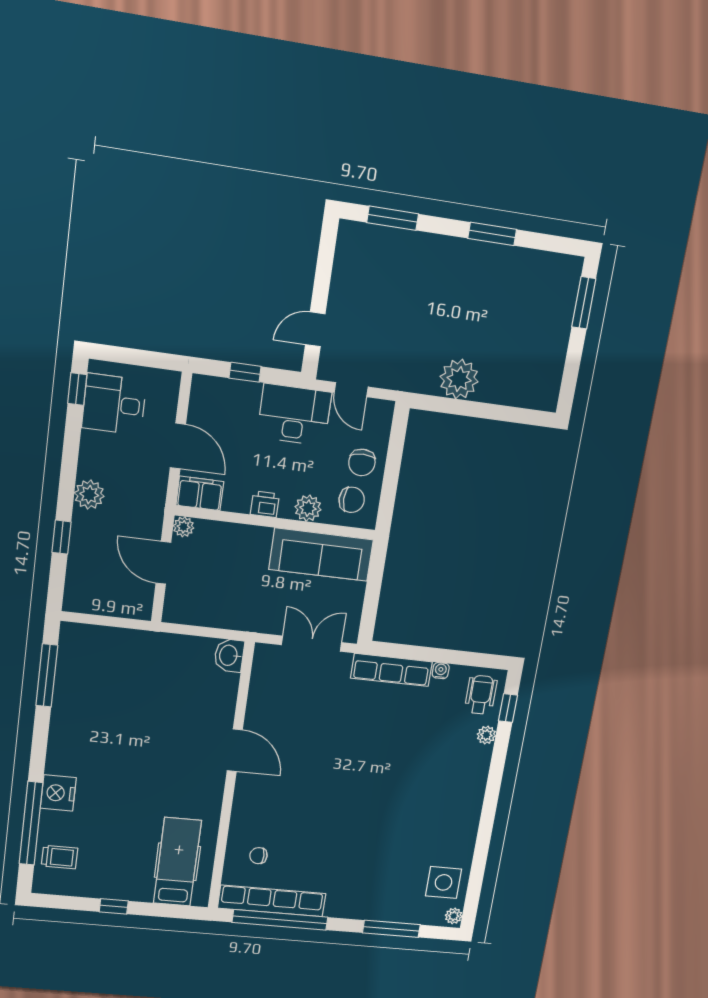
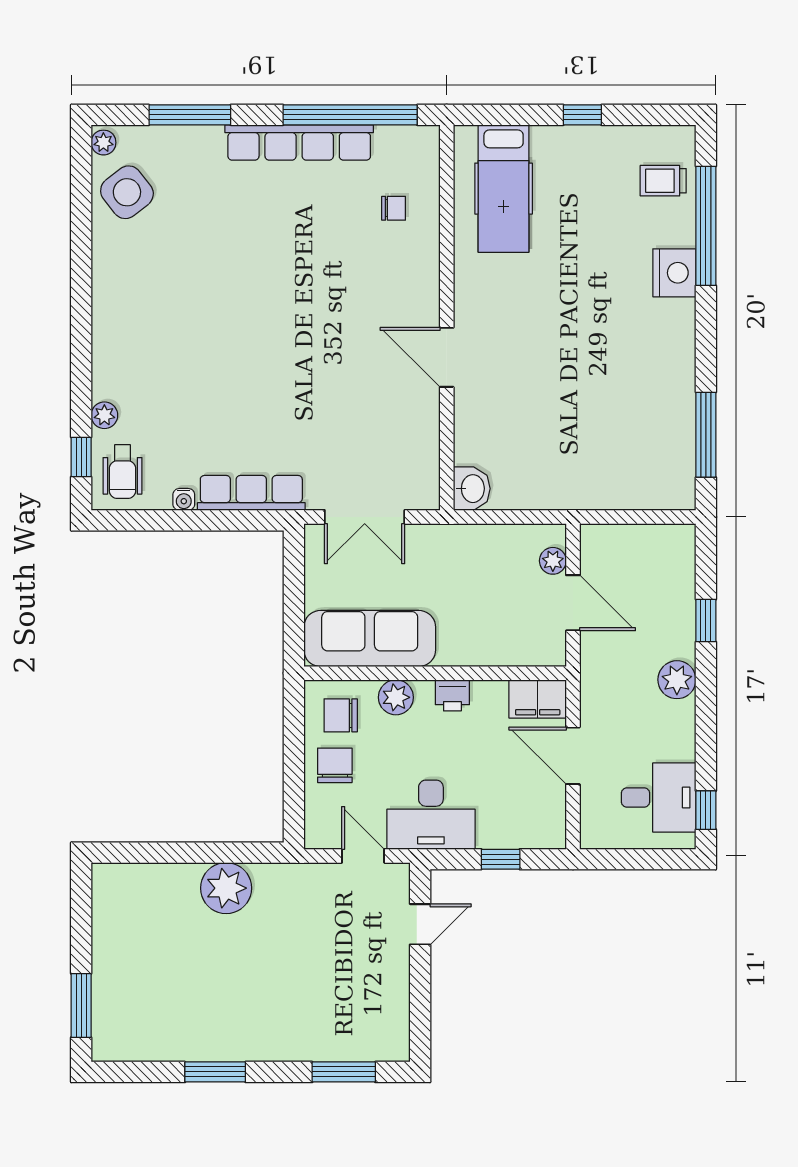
plant: (184, 527) -> (553, 561), moved
side table: (443, 882) -> (127, 192), turned -38
row of seats: (272, 901) -> (299, 142), moved

